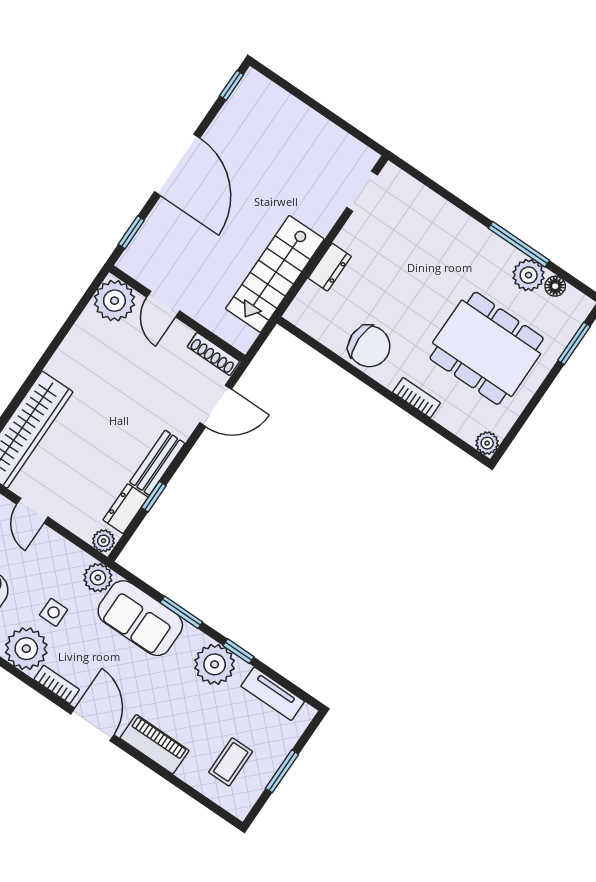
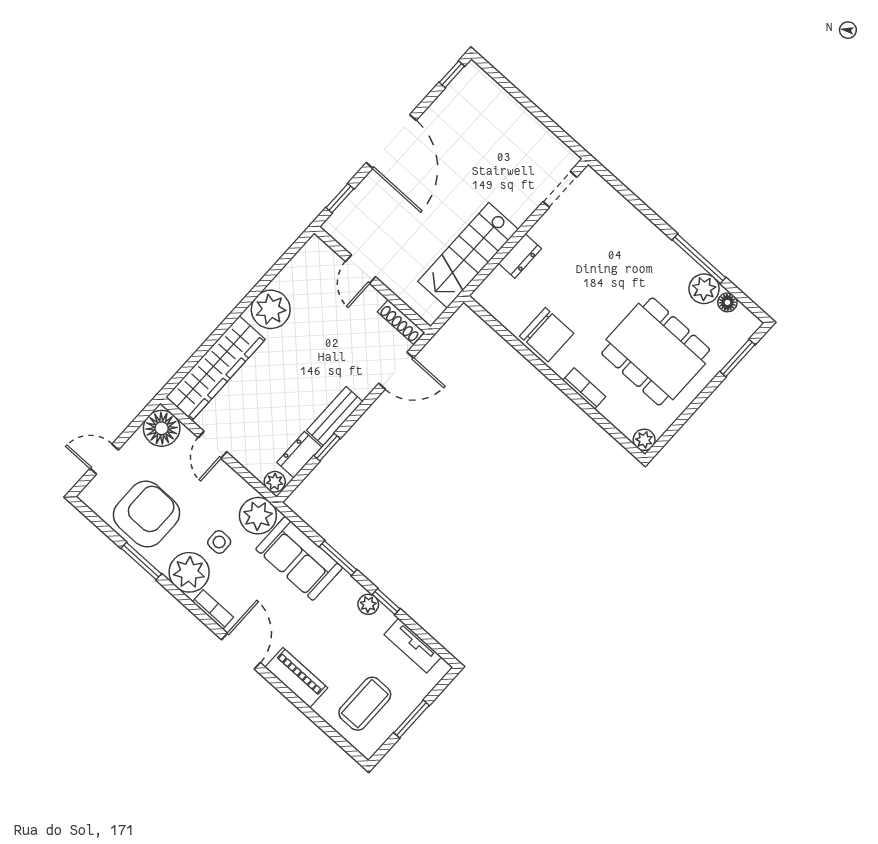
plant: (114, 301) -> (271, 309), moved
plant: (98, 578) -> (258, 516), width x1.36, depth x1.36
plant: (215, 664) -> (368, 604), width x0.53, depth x0.53
coffee table: (231, 762) -> (365, 704), width x1.36, depth x1.30

